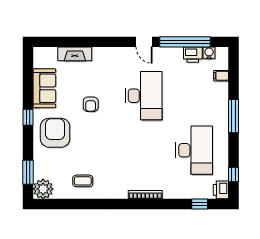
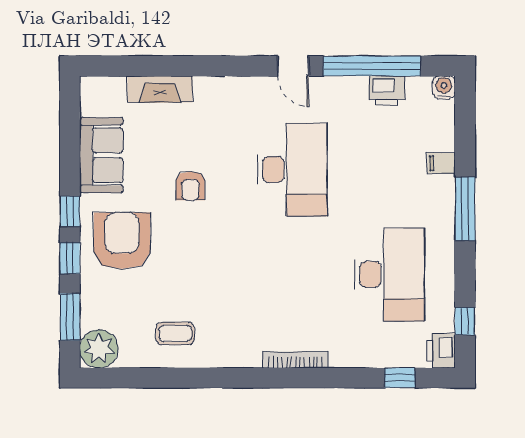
water cooler: (209, 53) -> (444, 87), moved
filing cabinet: (221, 76) -> (441, 163), moved
window: (28, 142) -> (70, 258), added

